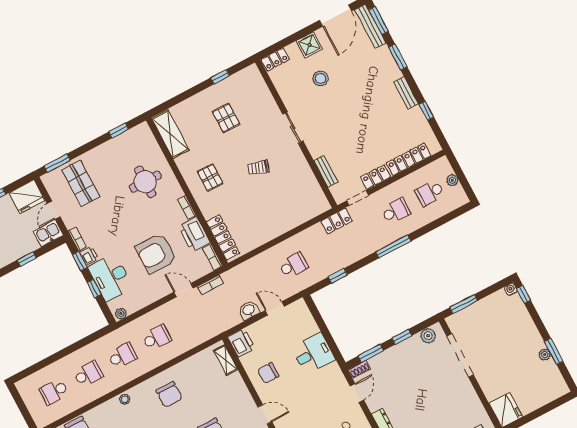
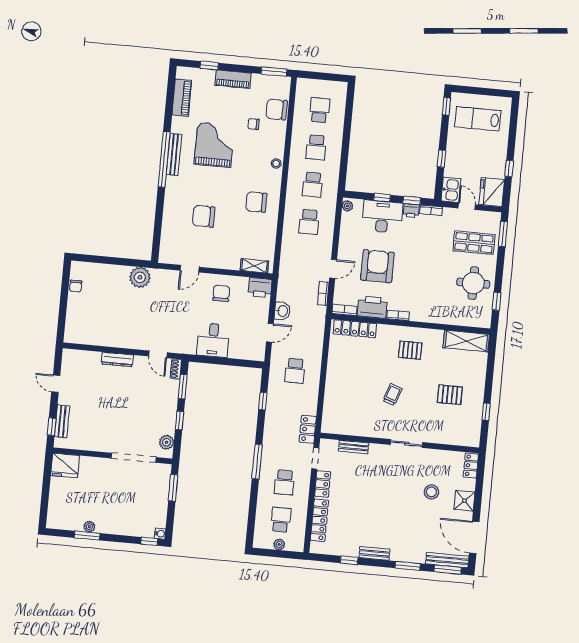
round table: (145, 182) -> (473, 283), moved

